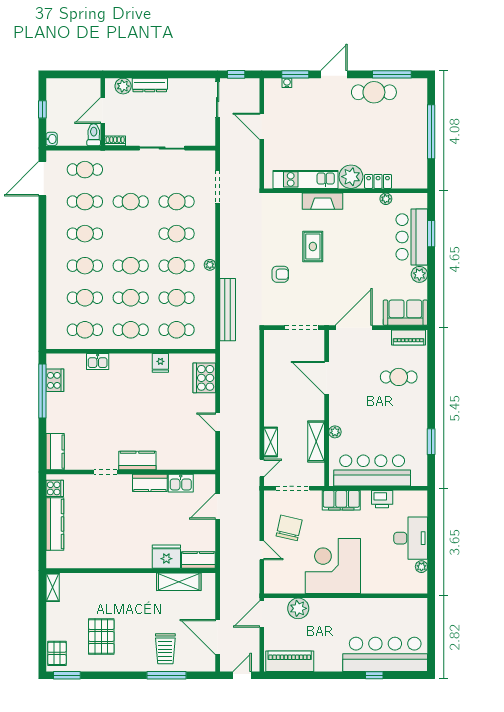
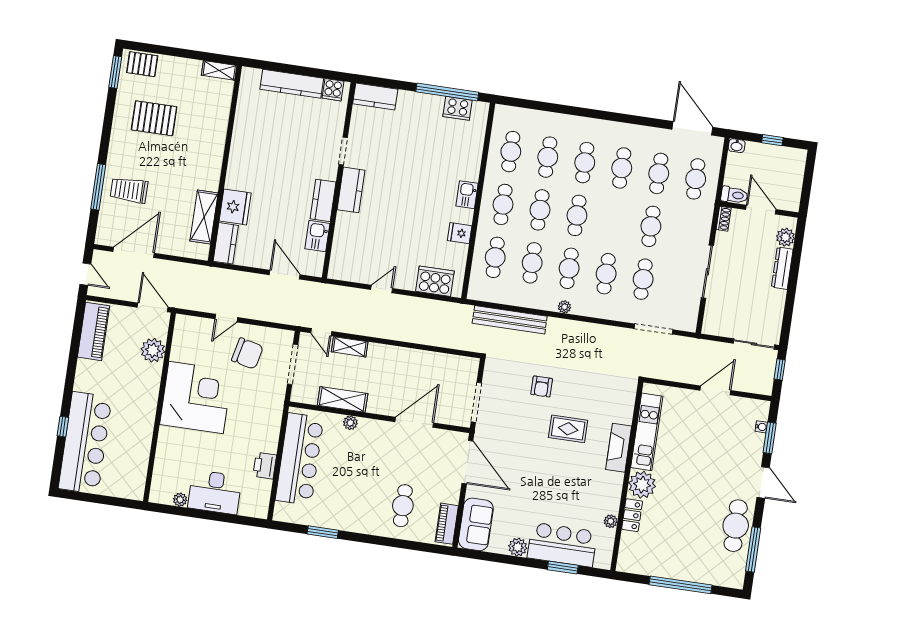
kitchen sink: (98, 361) -> (467, 195), moved
filing cabinet: (341, 500) -> (270, 418), removed

